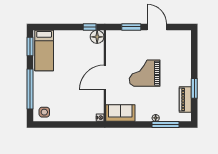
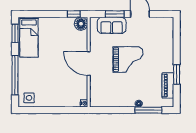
grand piano: (145, 73) -> (128, 60), turned 180
door: (105, 77) -> (89, 64), hinge flipped
sofa: (120, 113) -> (112, 25), moved, turned 180

